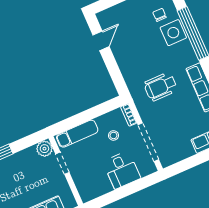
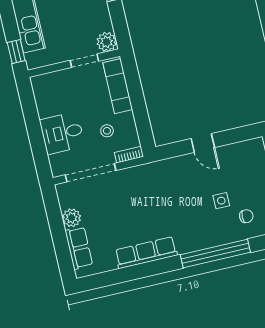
side table: (173, 33) -> (221, 201), moved, width x0.54, depth x0.54
door: (101, 41) -> (203, 143), moved
wheelchair: (161, 87) -> (157, 201), removed
plant: (186, 150) -> (71, 218), added

